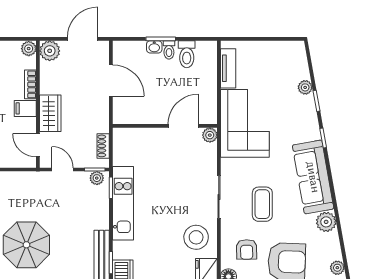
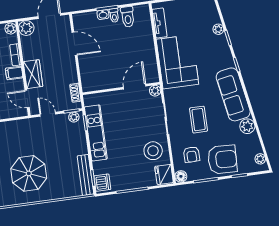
wall: (165, 126) -> (121, 88), moved
door: (183, 126) -> (135, 87), moved
plant: (210, 135) -> (155, 91), moved

